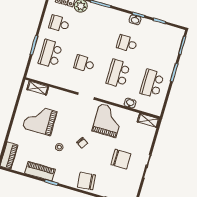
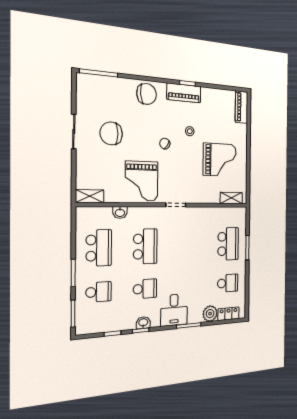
desk: (109, 20) -> (174, 310), added
school desk: (84, 64) -> (99, 292), moved
piano: (40, 171) -> (184, 93), moved

